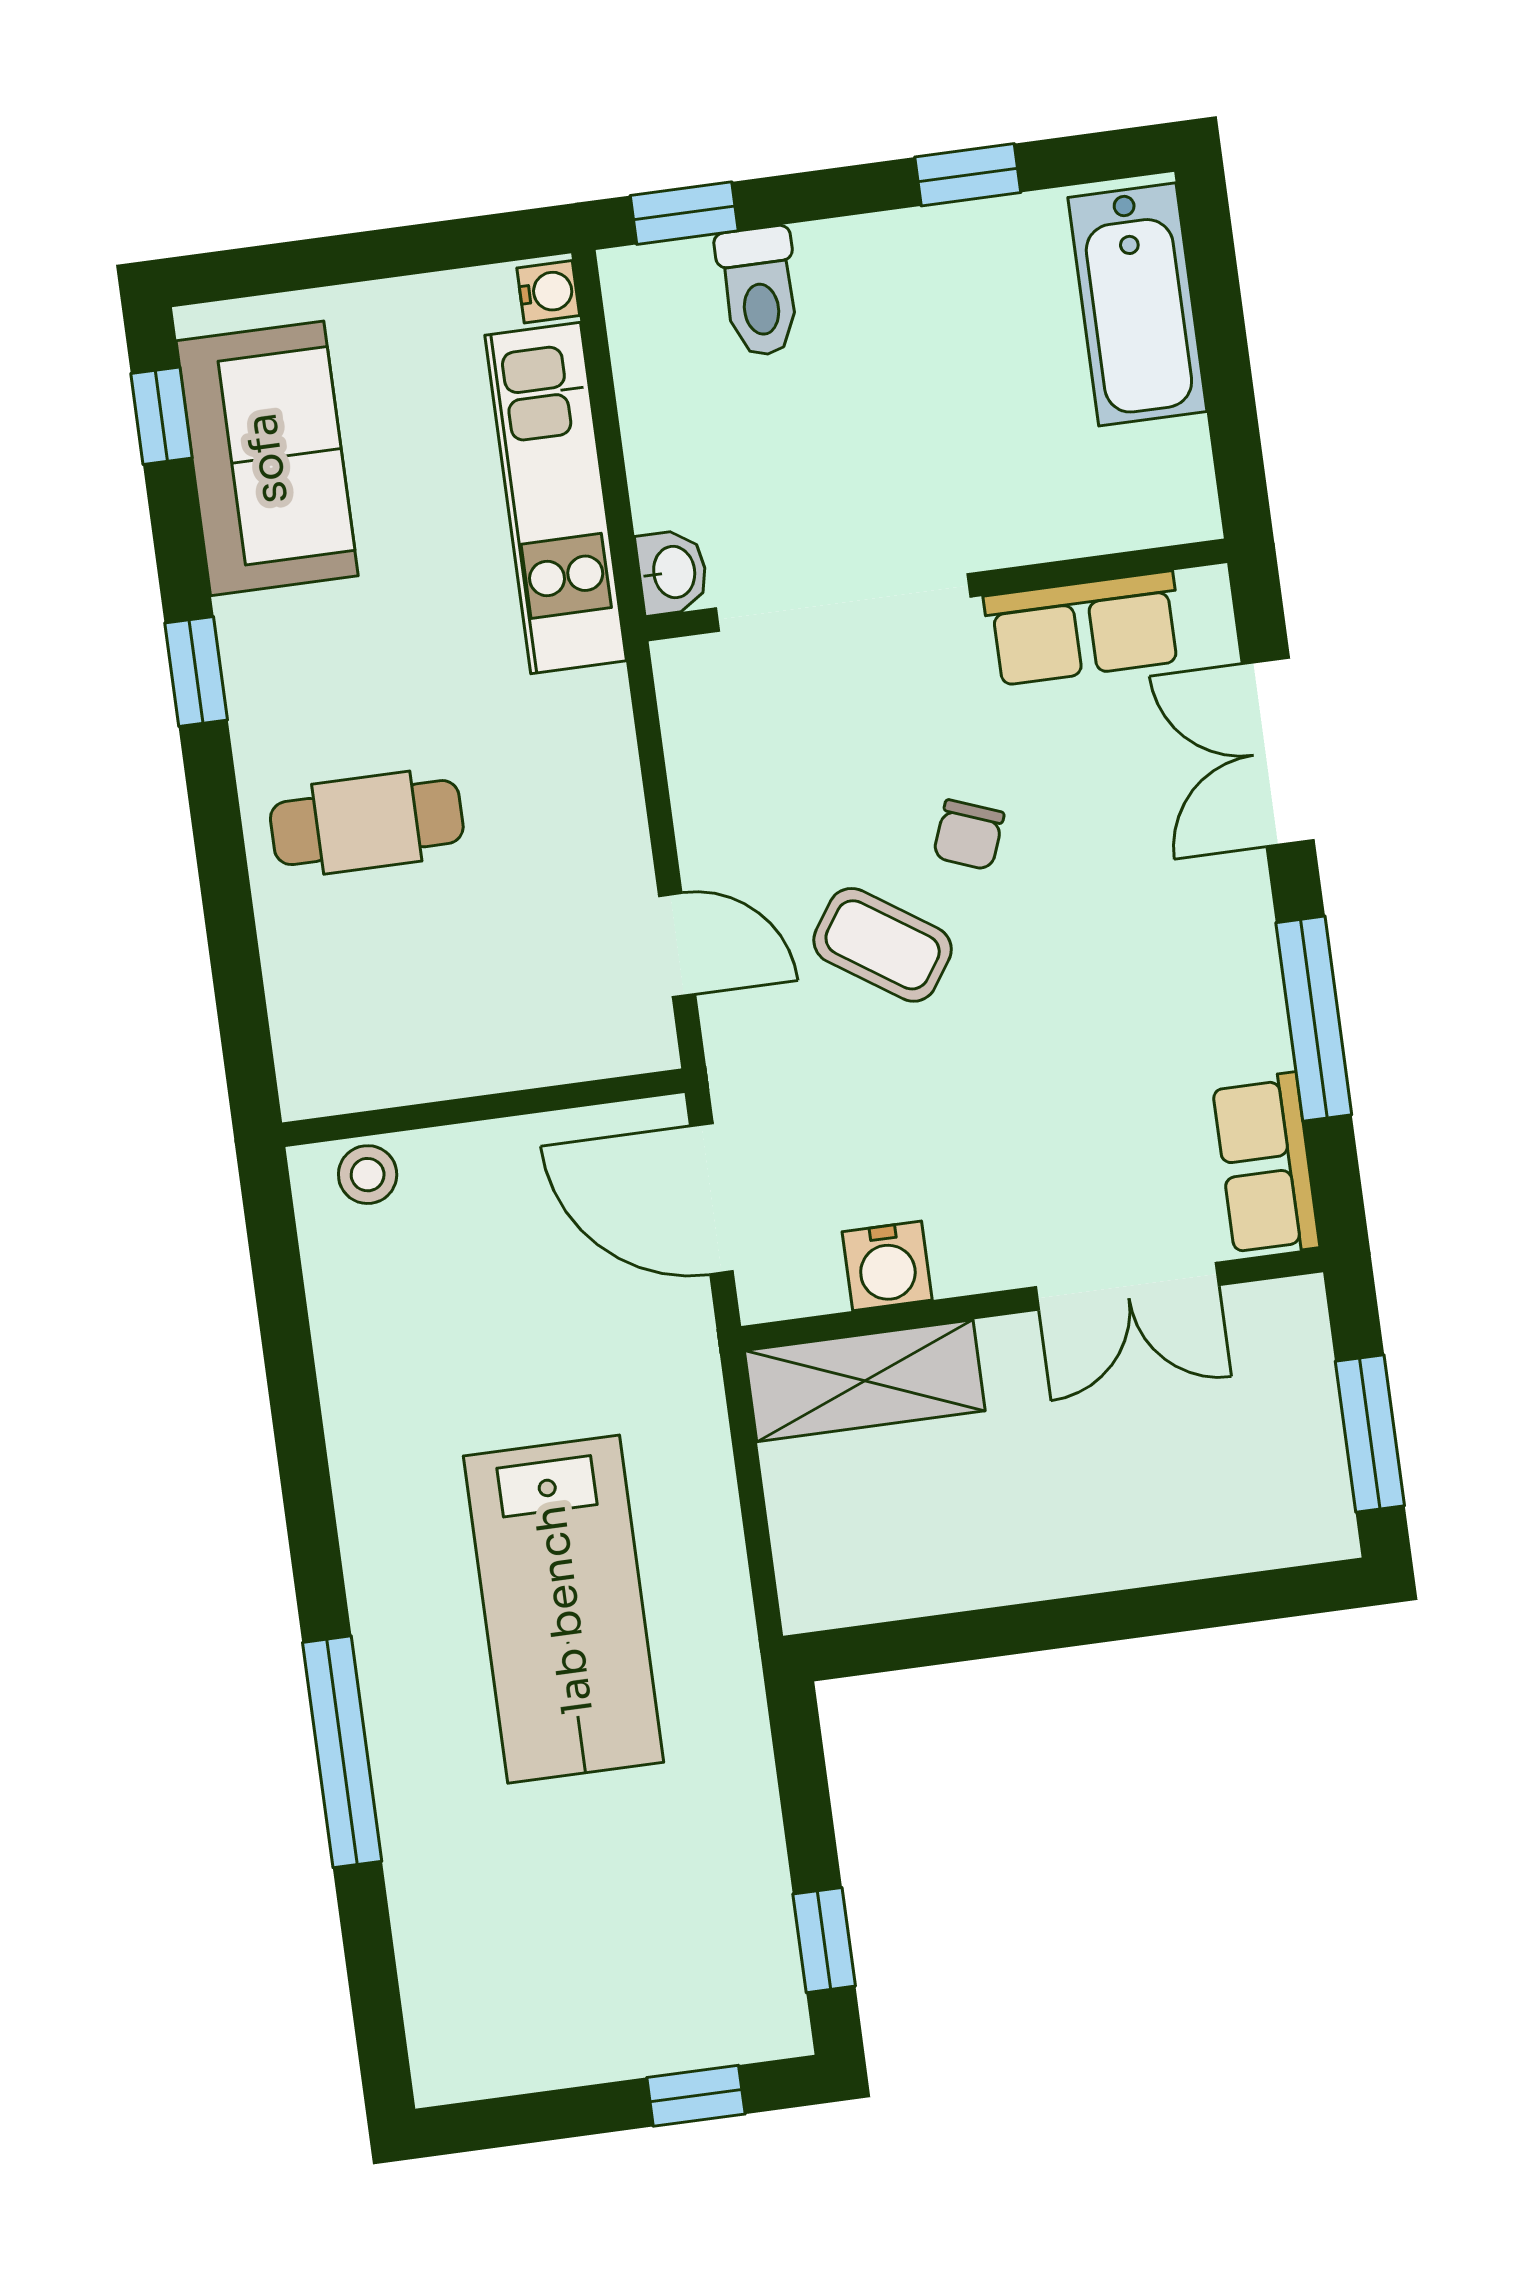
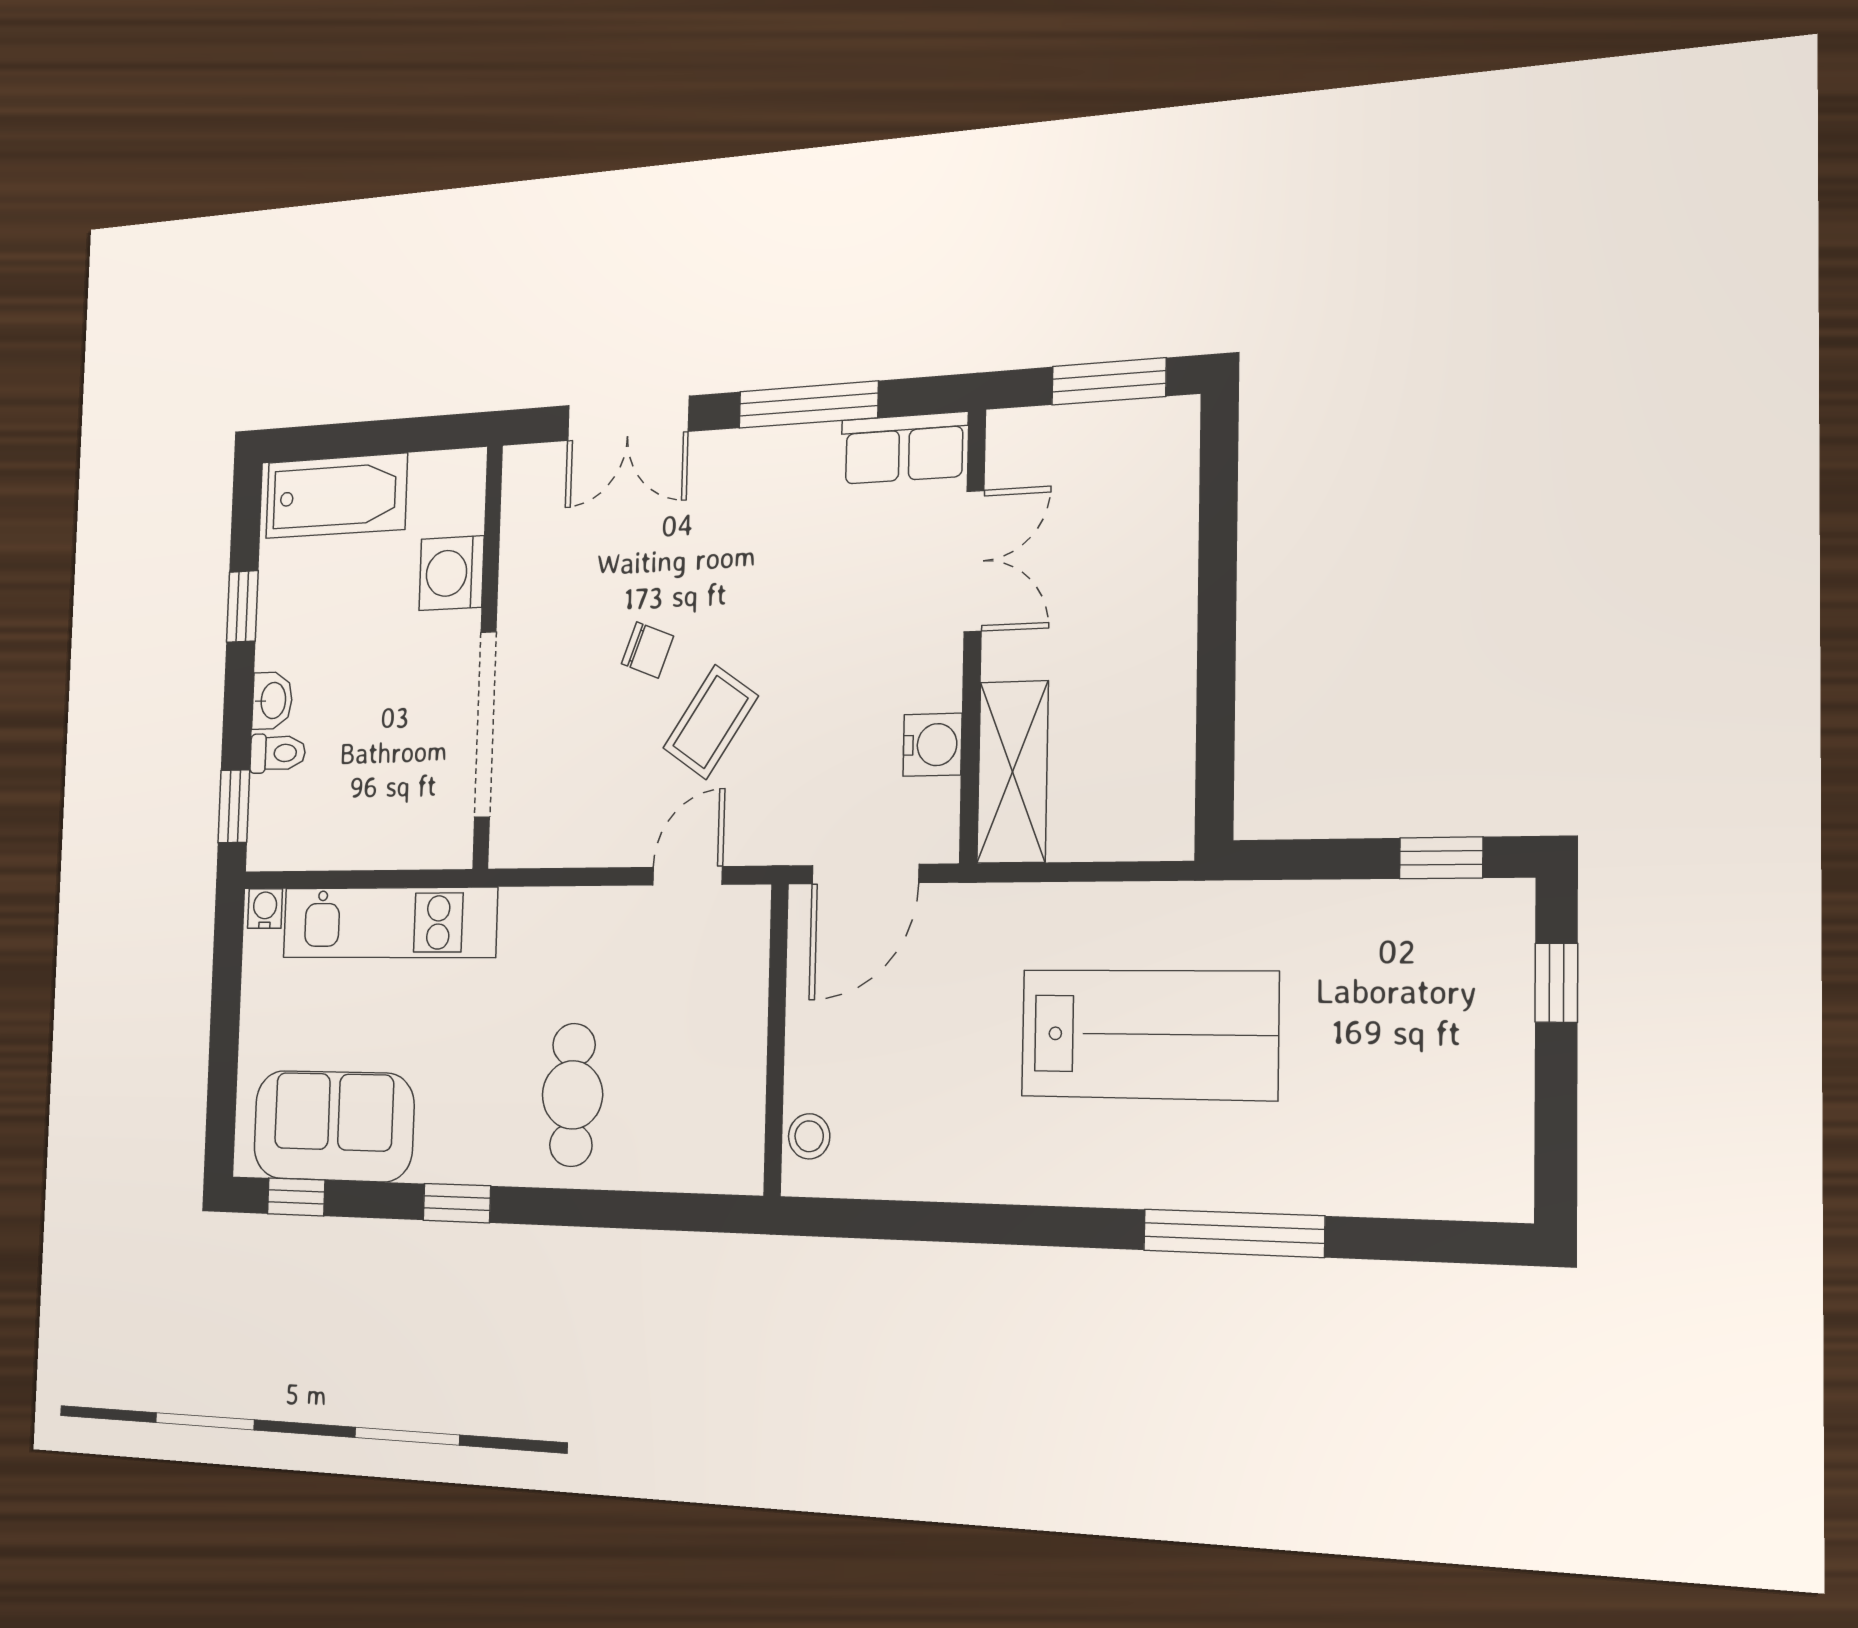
toilet: (759, 292) -> (278, 753), width x0.73, depth x0.72
washing machine: (1045, 512) -> (451, 573), added
washbasin: (672, 572) -> (272, 701), moved, turned 90
row of seats: (1084, 629) -> (528, 552), removed

